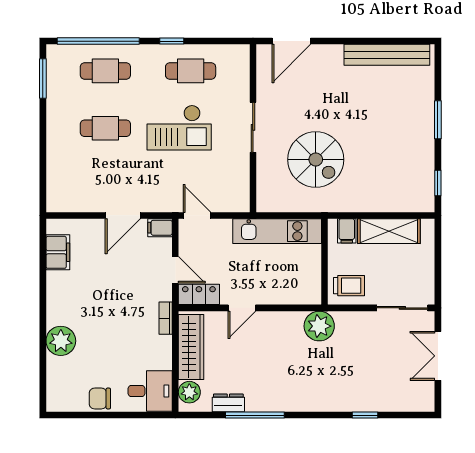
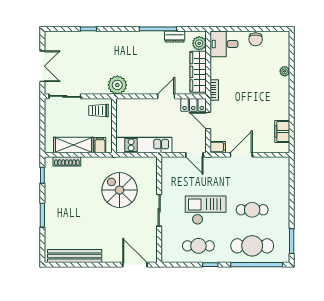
door: (291, 41) -> (135, 265), hinge flipped
cafe table: (105, 71) -> (252, 246), width x1.37, depth x1.35
shoe rack: (399, 205) -> (67, 161), added
plant: (61, 341) -> (285, 71), width x0.53, depth x0.53
chair: (100, 398) -> (256, 39), turned 90

